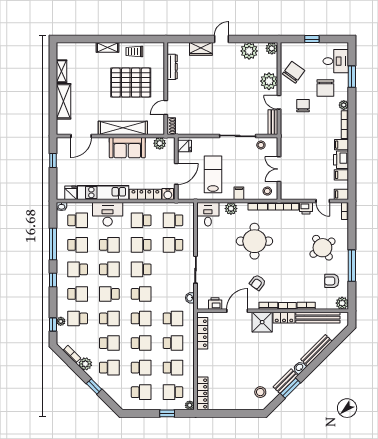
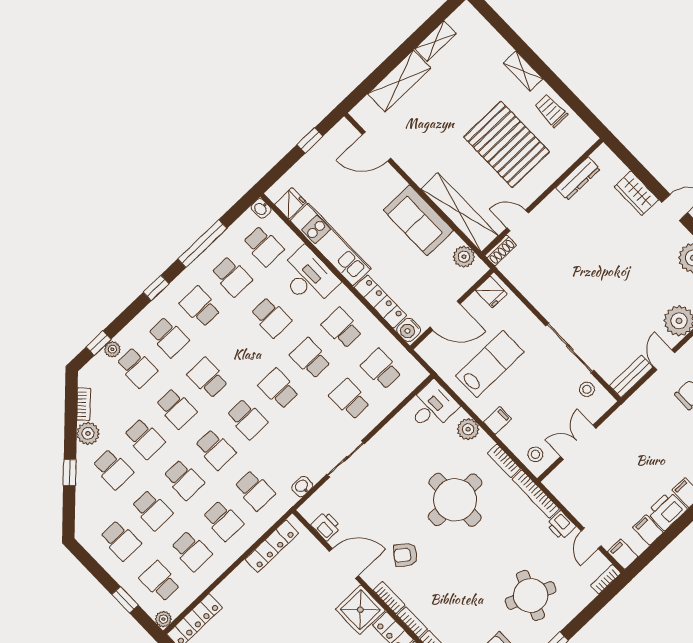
shelving: (123, 128) -> (460, 212), moved
round table: (322, 248) -> (531, 595), turned -32
school desk: (109, 269) -> (239, 348), removed
school desk: (78, 318) -> (137, 367), turned 180

